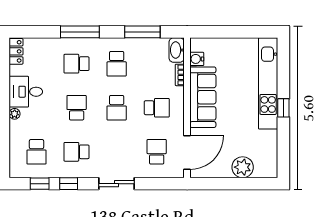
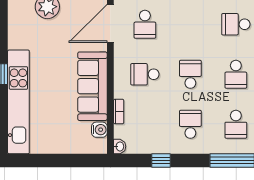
window: (142, 32) -> (161, 160), width x0.46
washbasin: (177, 50) -> (120, 146), width x0.52, depth x0.69
school desk: (77, 64) -> (236, 124), turned 90
school desk: (77, 152) -> (236, 24), turned 180

